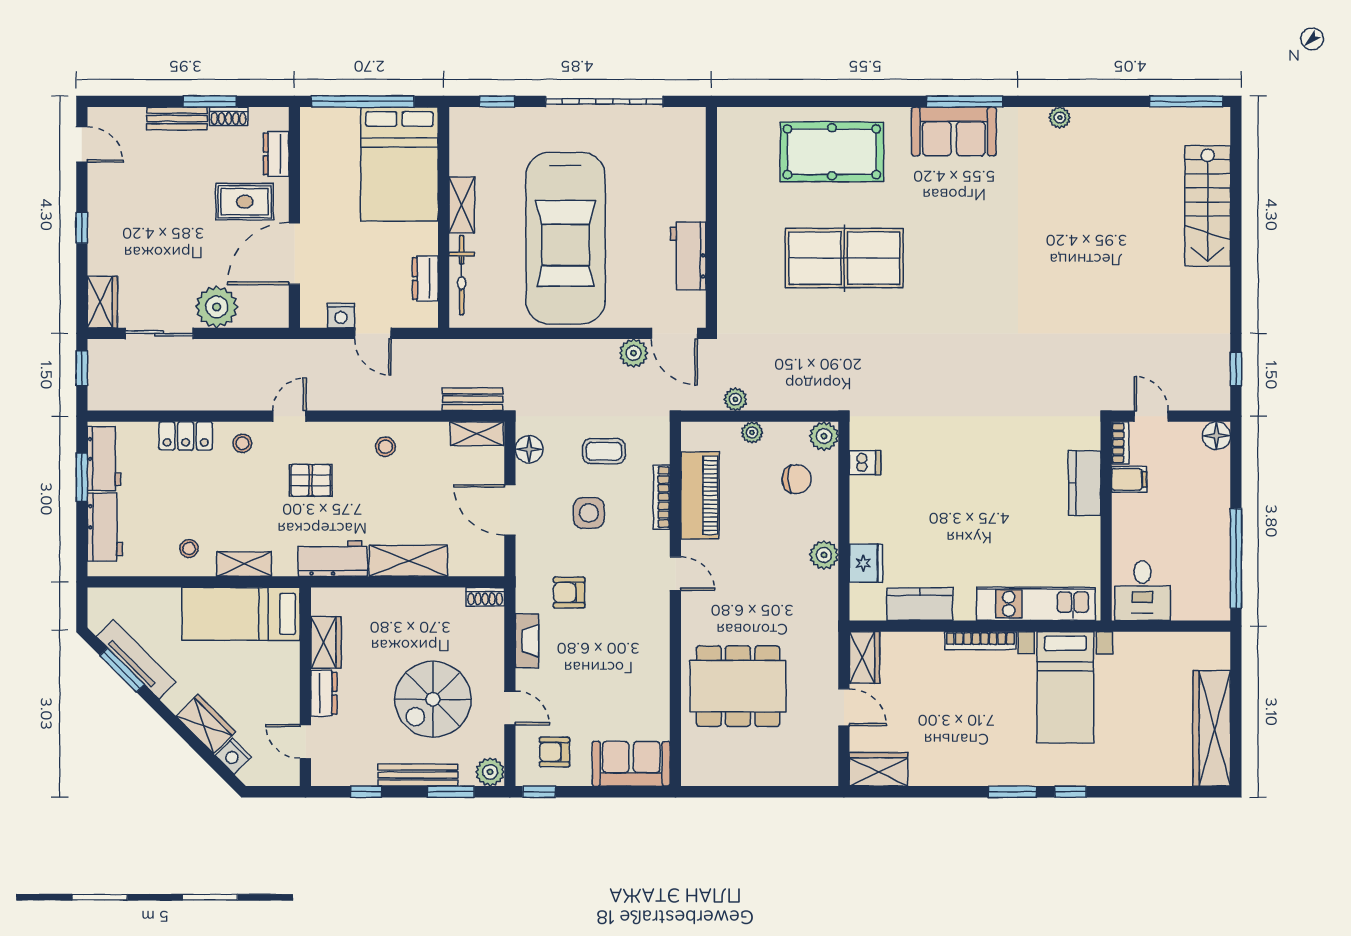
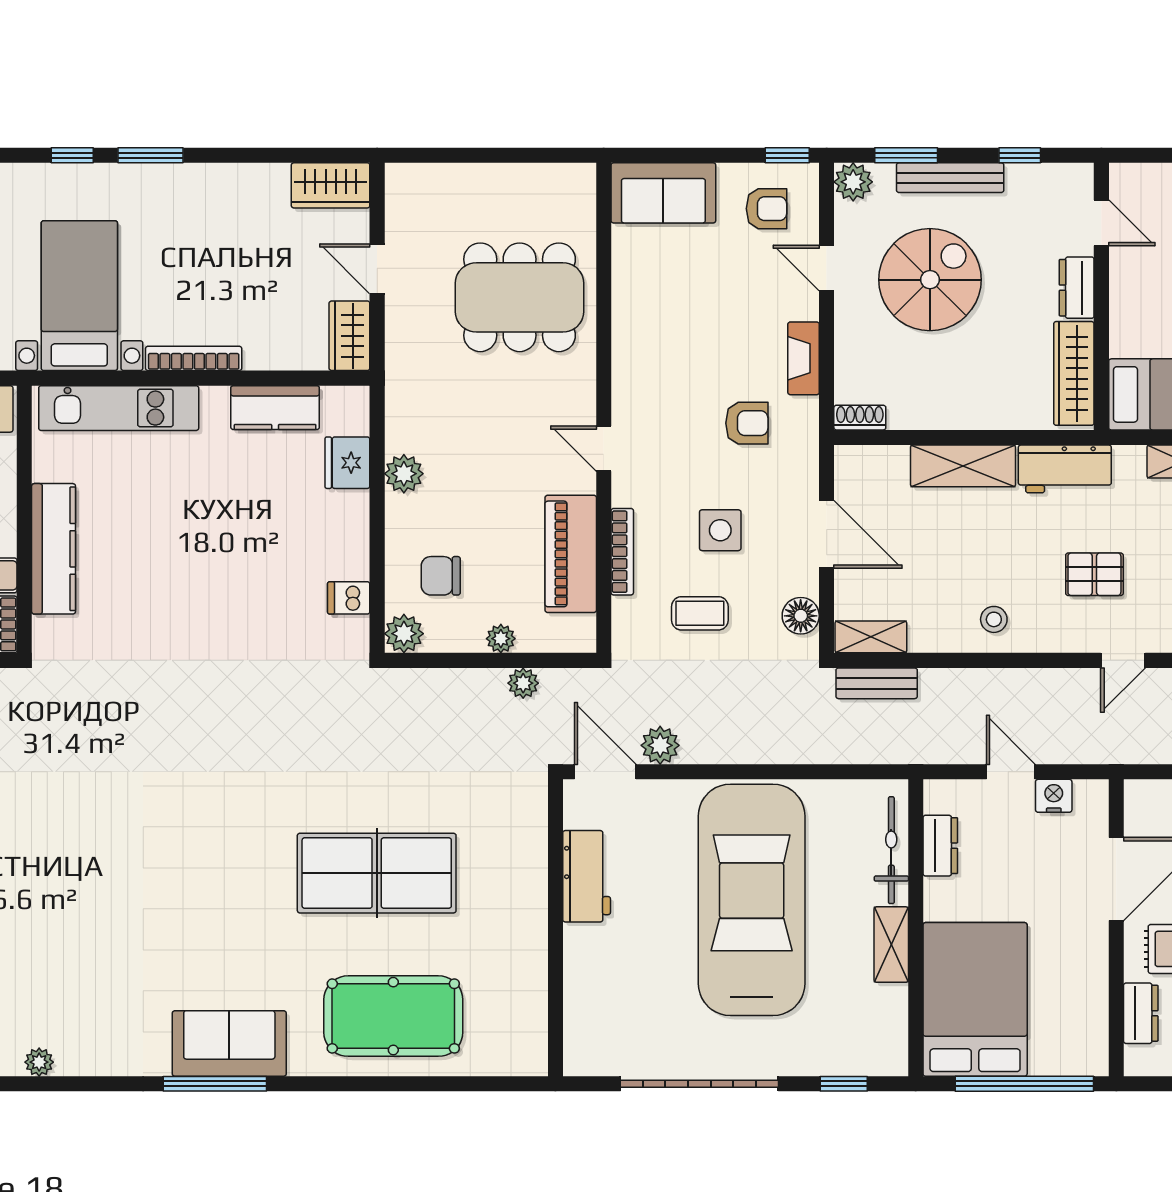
plant: (1060, 118) -> (39, 1062), moved
kitchen counter: (1084, 483) -> (54, 549), width x1.50
wardrobe: (326, 642) -> (1074, 373), width x1.50

